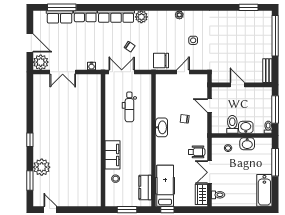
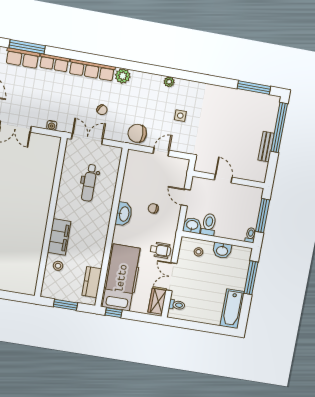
window: (249, 7) -> (254, 88), width x1.44
bench: (267, 71) -> (266, 147), moved
washbasin: (246, 127) -> (192, 225), moved
hospital bed: (165, 186) -> (121, 278), width x1.37, depth x1.29

